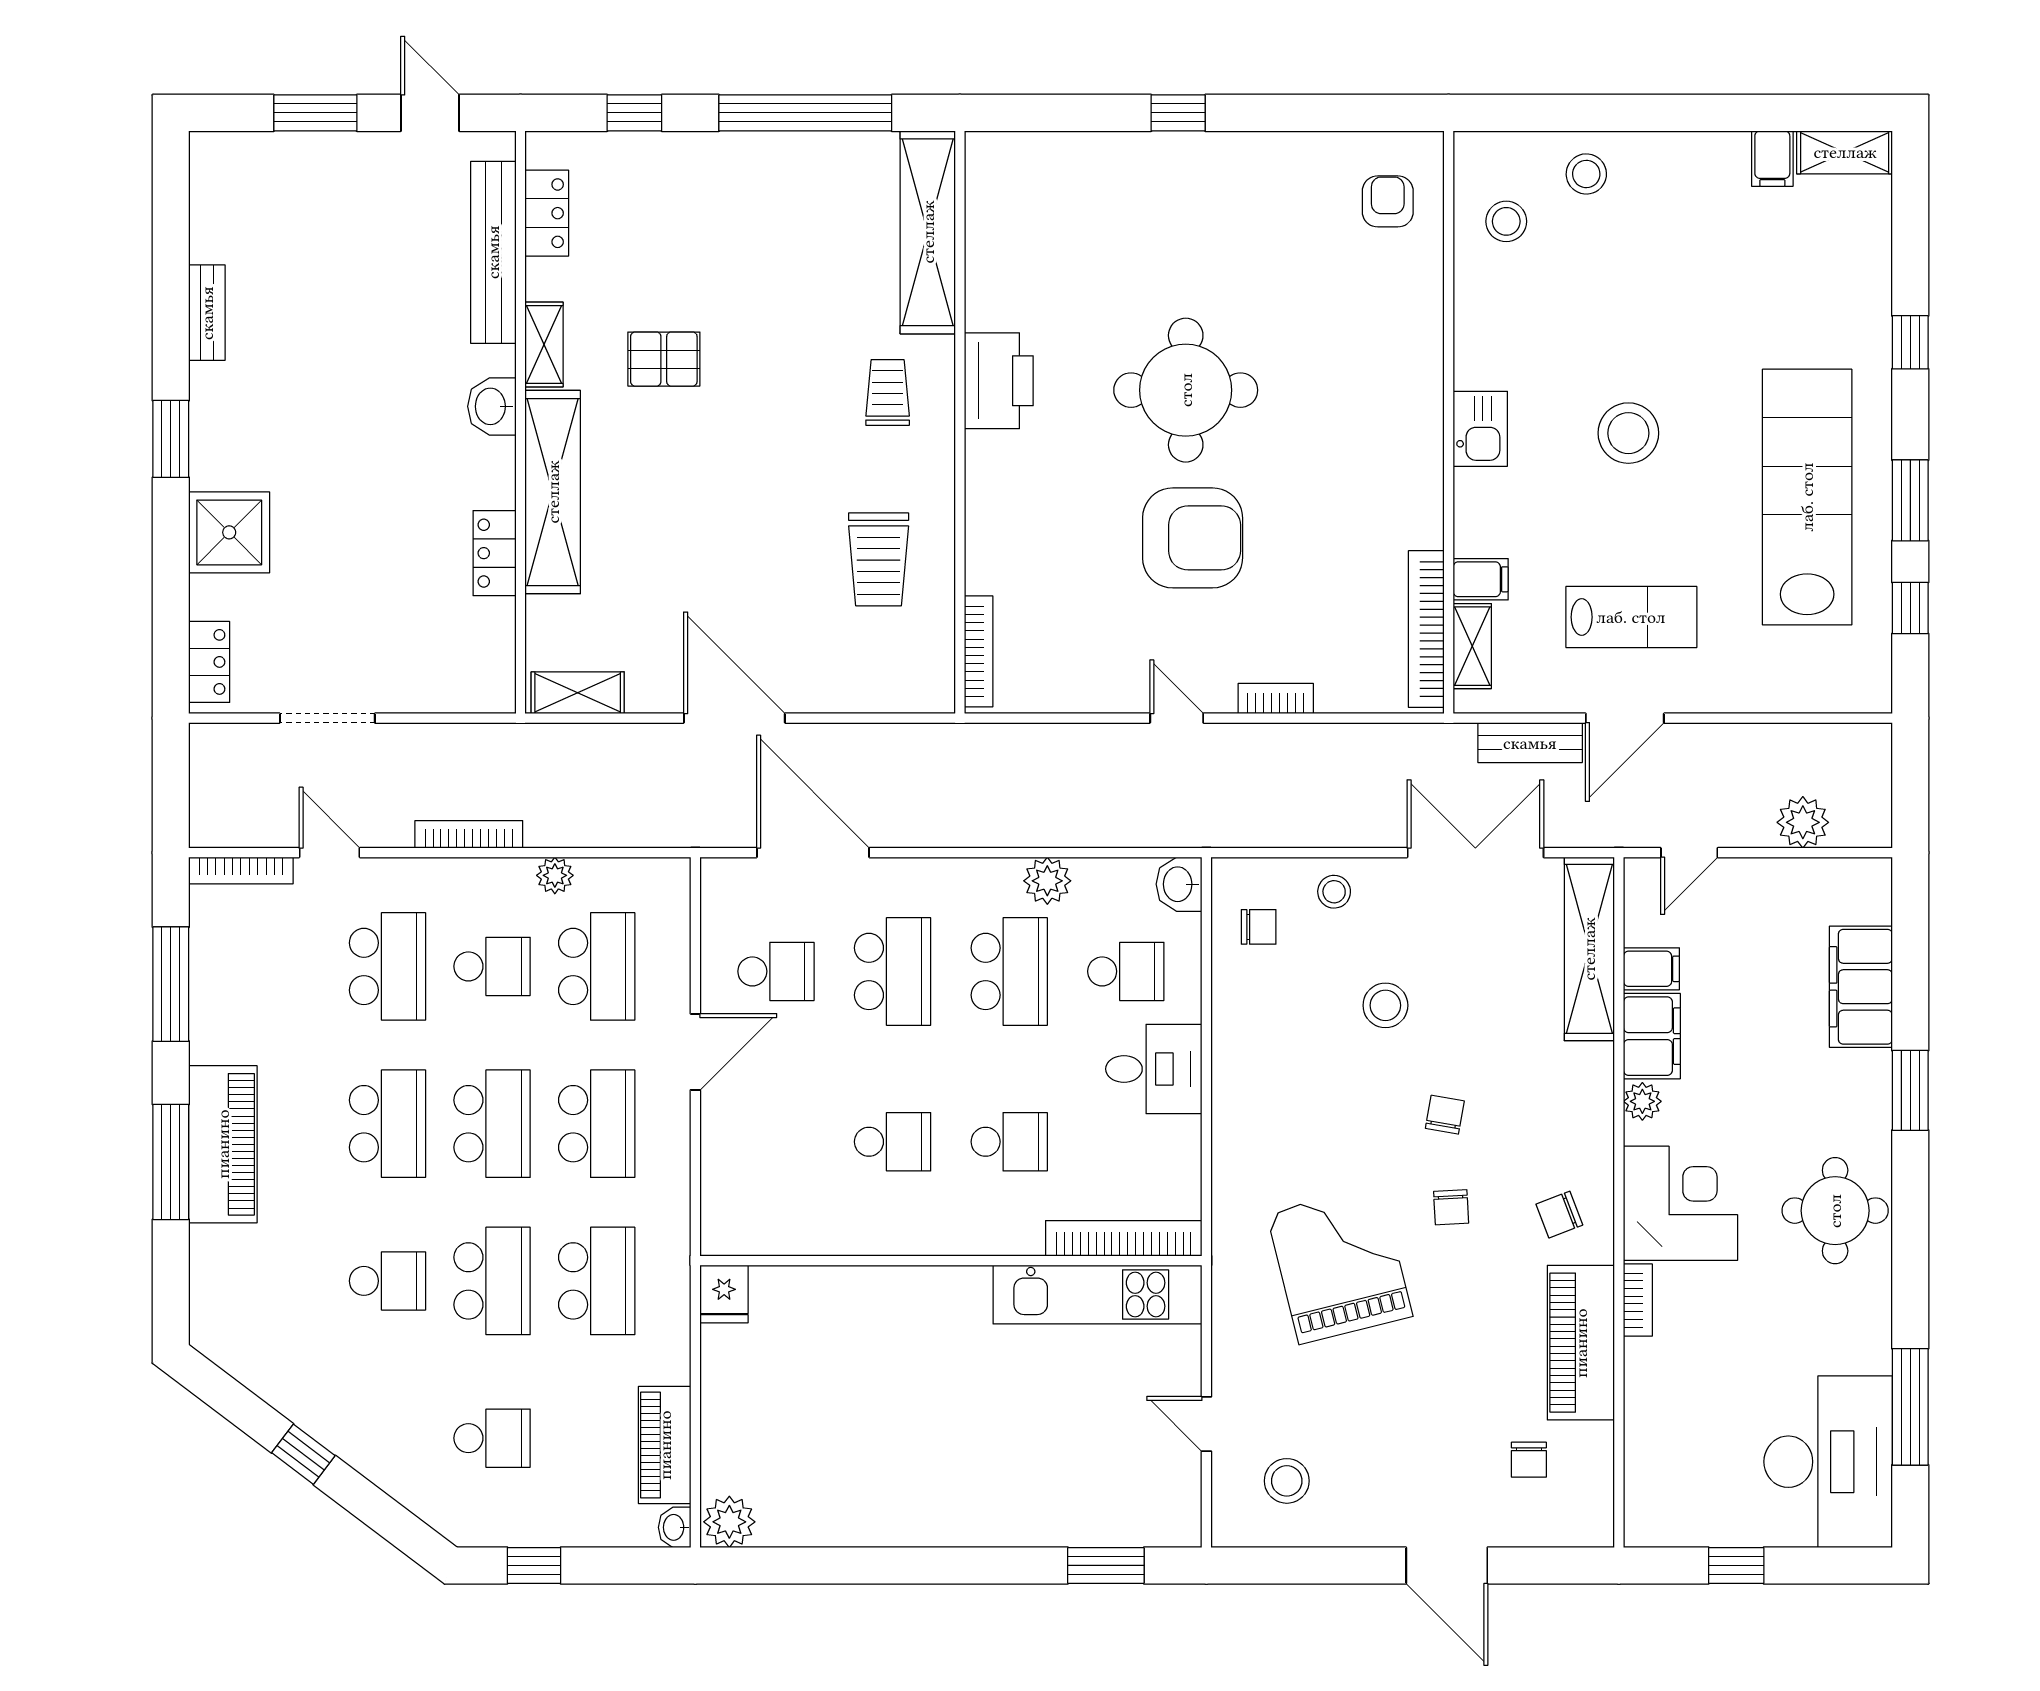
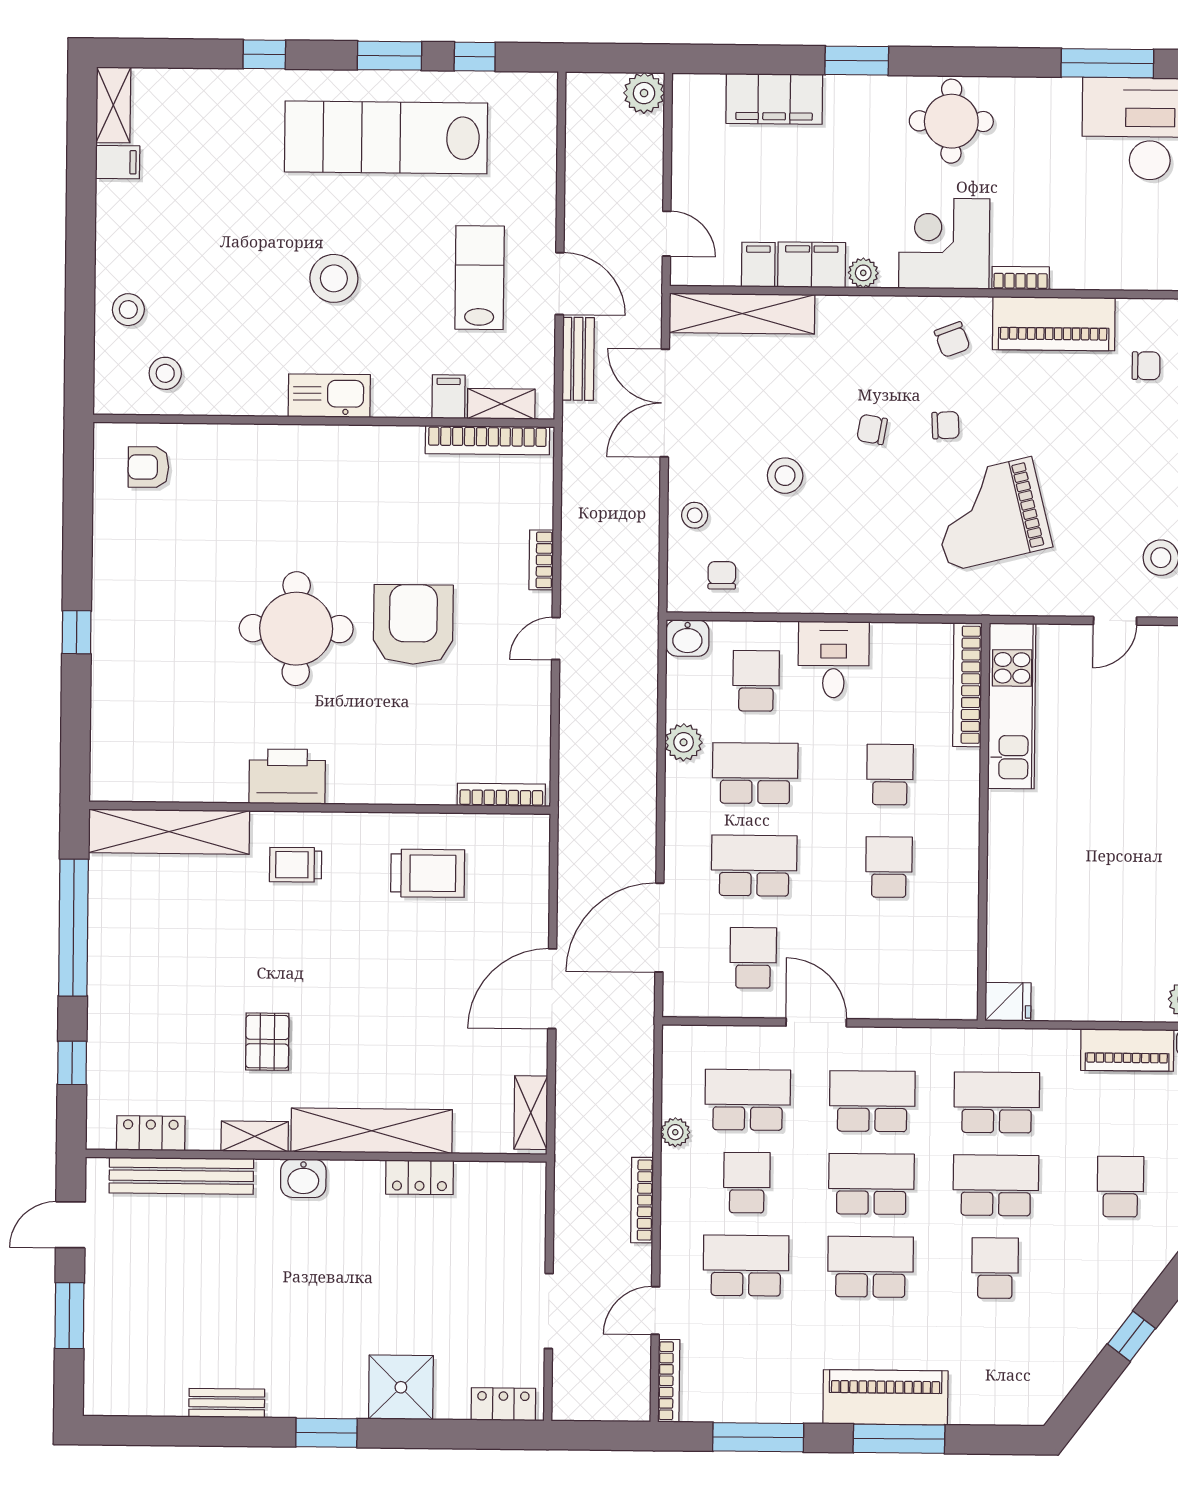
kitchen sink: (1480, 429) -> (329, 396), width x1.38
plant: (1803, 822) -> (644, 93), moved

